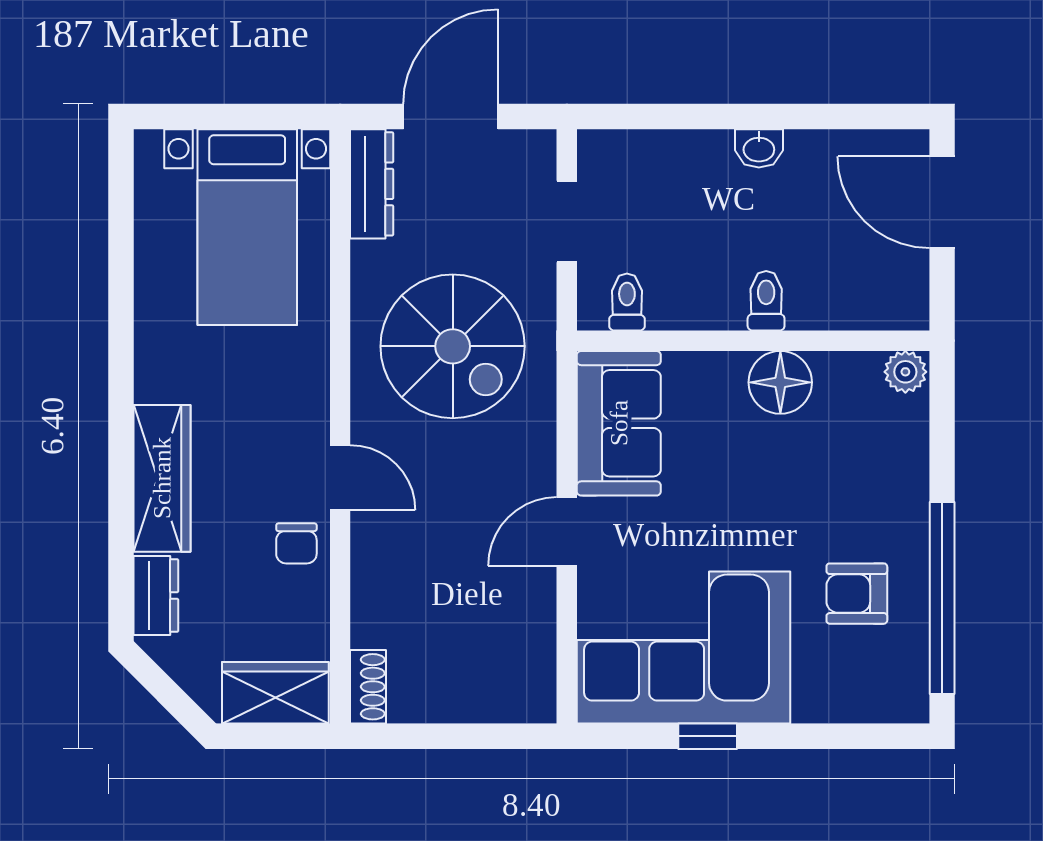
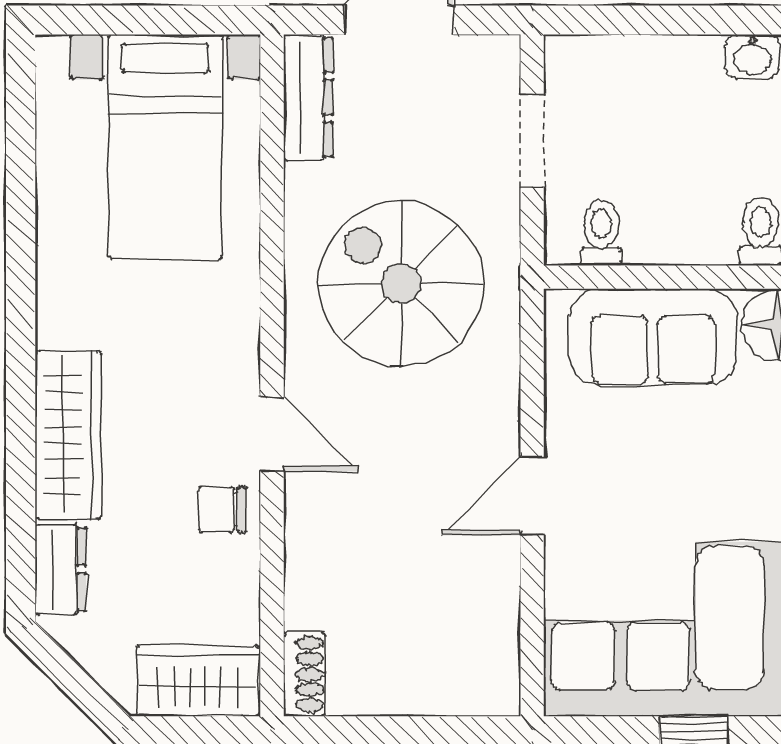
spiral stairs: (453, 346) -> (401, 284), turned 180
sofa: (619, 423) -> (653, 337), moved, turned 90
chair: (296, 543) -> (222, 510), turned 90

